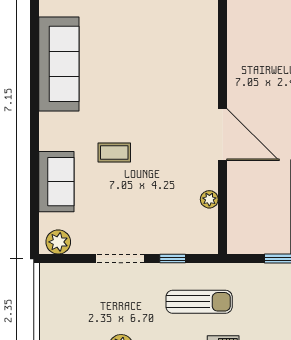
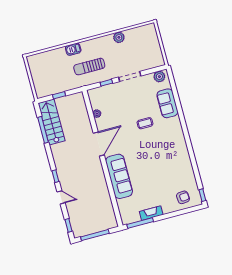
sofa: (59, 64) -> (119, 176), moved, turned 180
door: (223, 135) -> (99, 144), swing flipped

